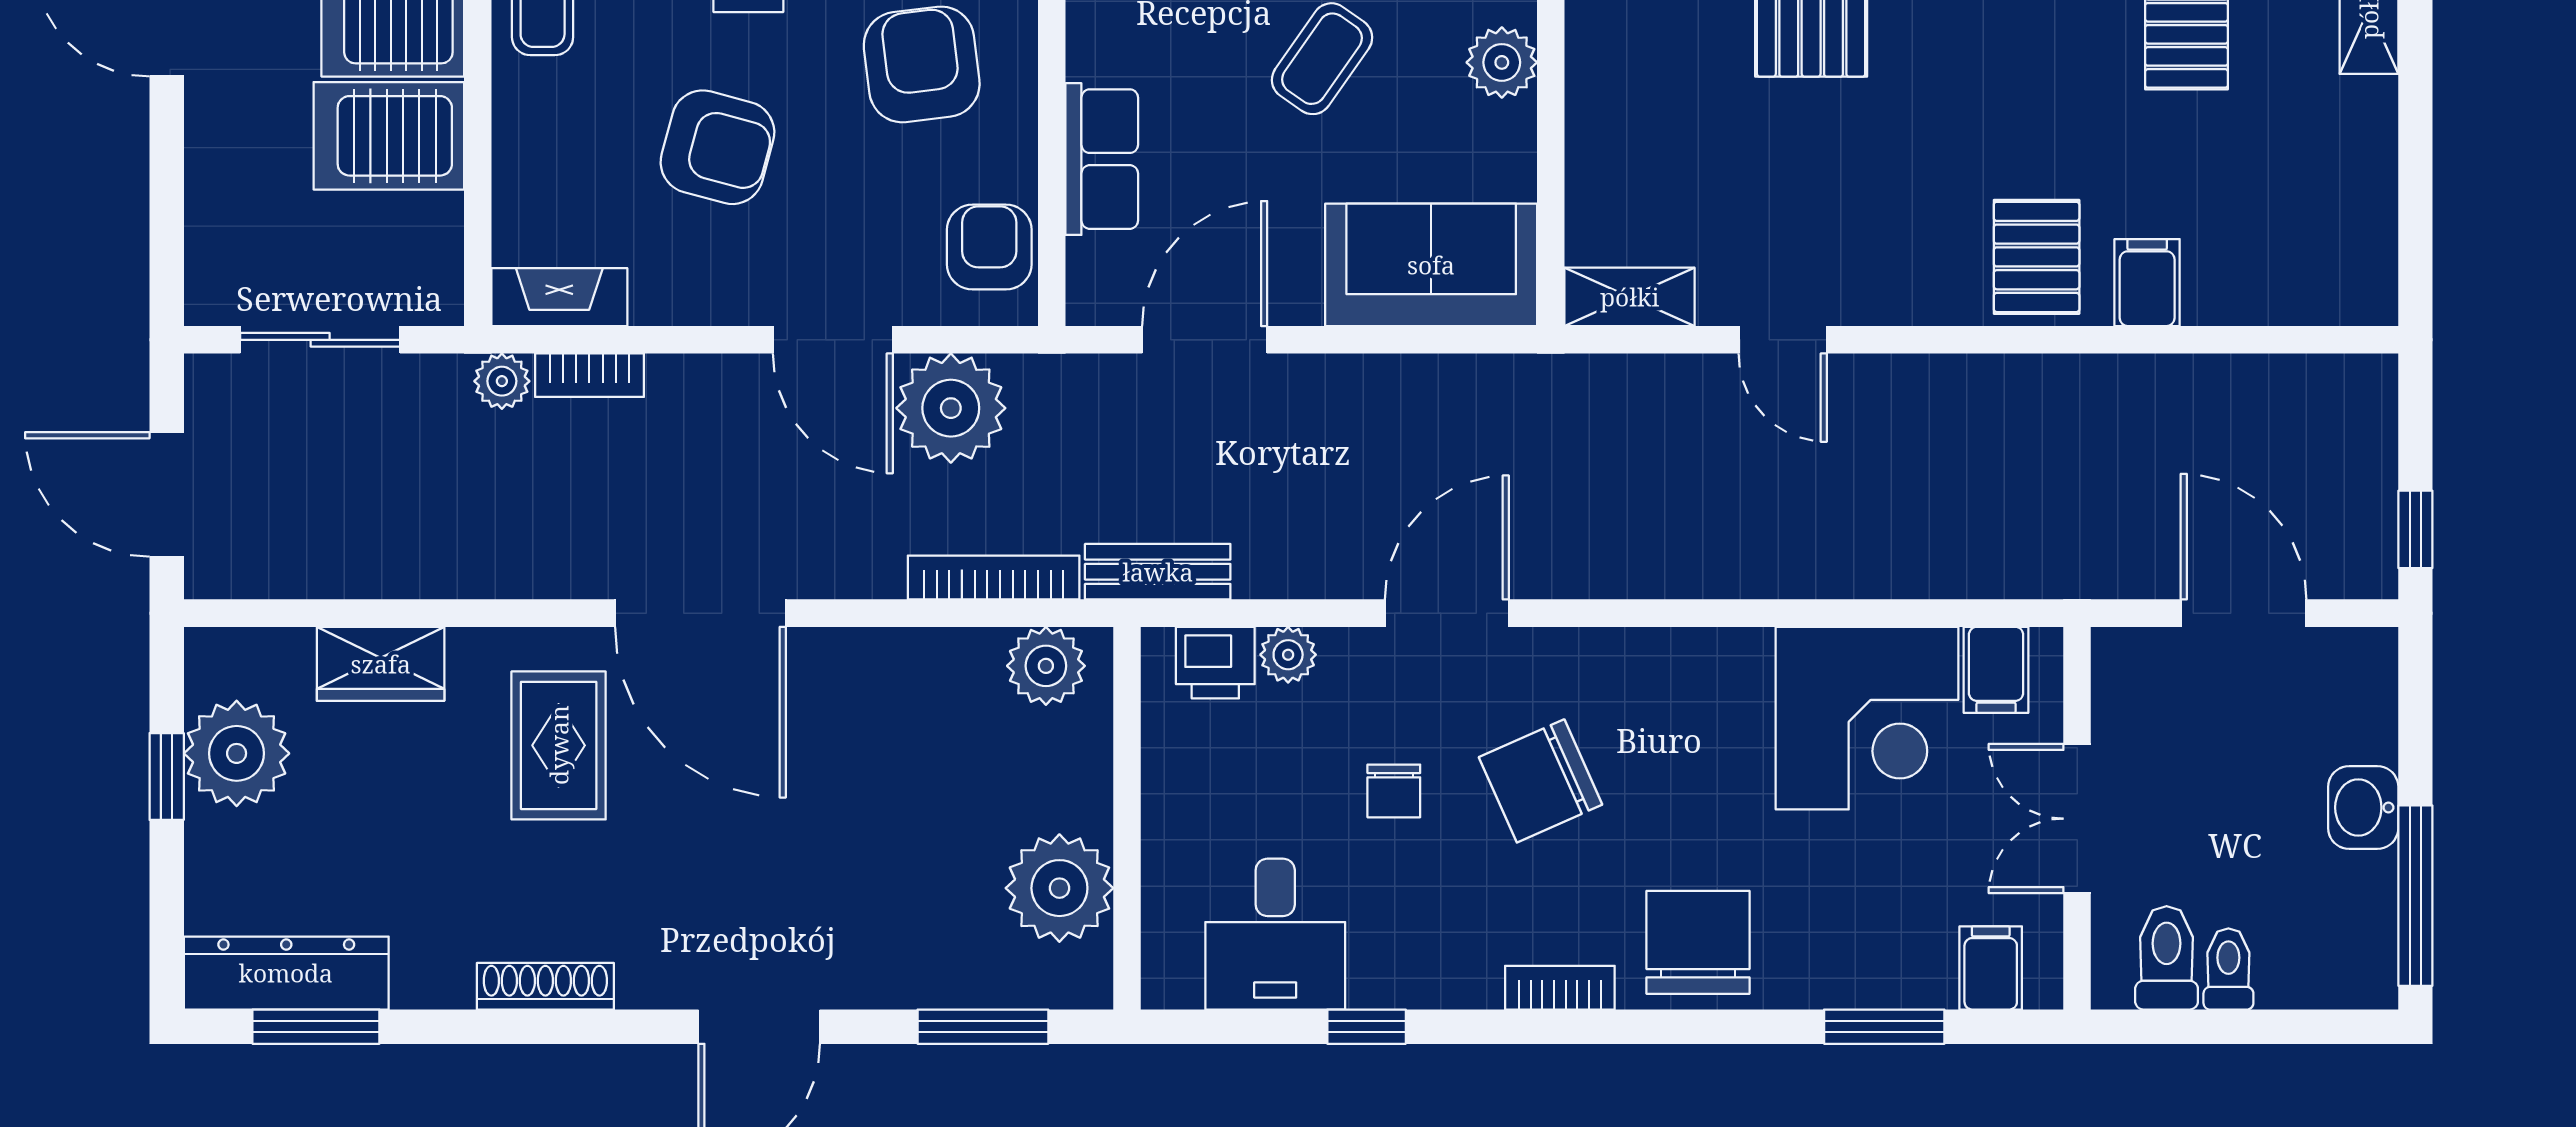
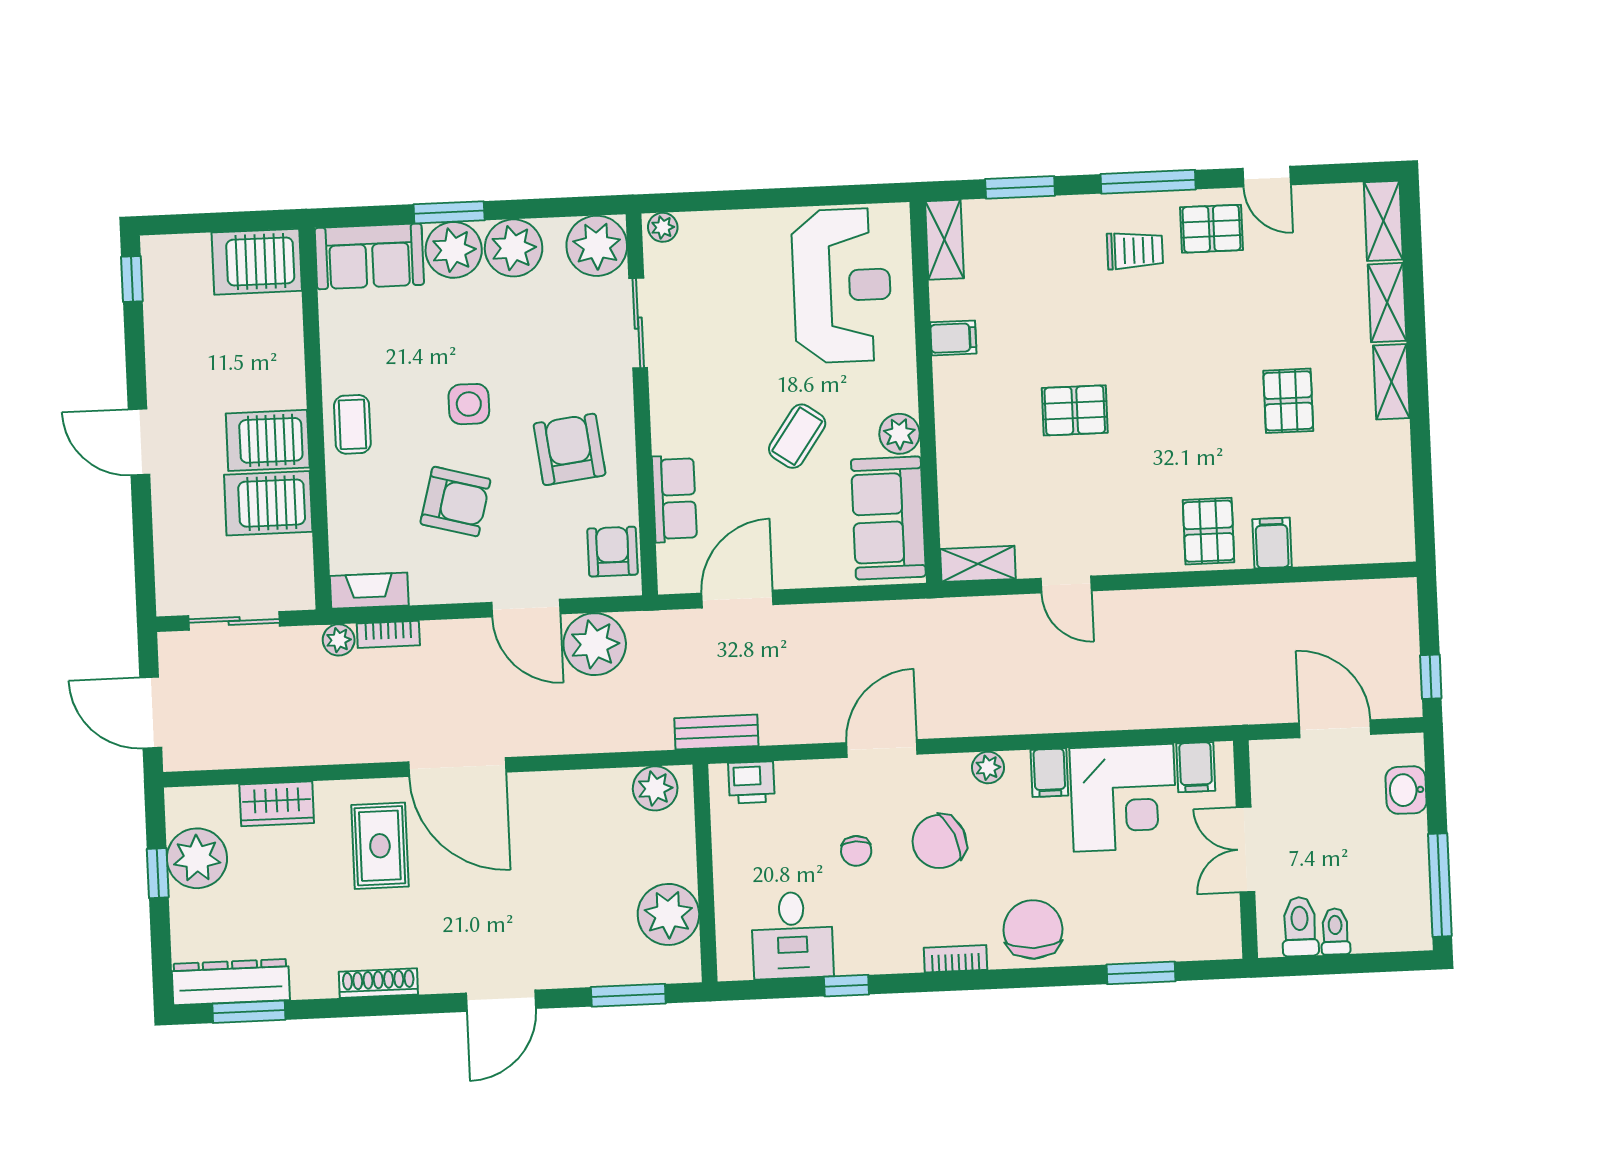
sofa: (1431, 265) -> (888, 518), moved, turned -90
bookcase: (994, 578) -> (623, 739), removed
plant: (1288, 655) -> (988, 768), moved
washbasin: (2363, 807) -> (1406, 790), moved
filing cabinet: (1991, 968) -> (1049, 773), moved, turned 180

